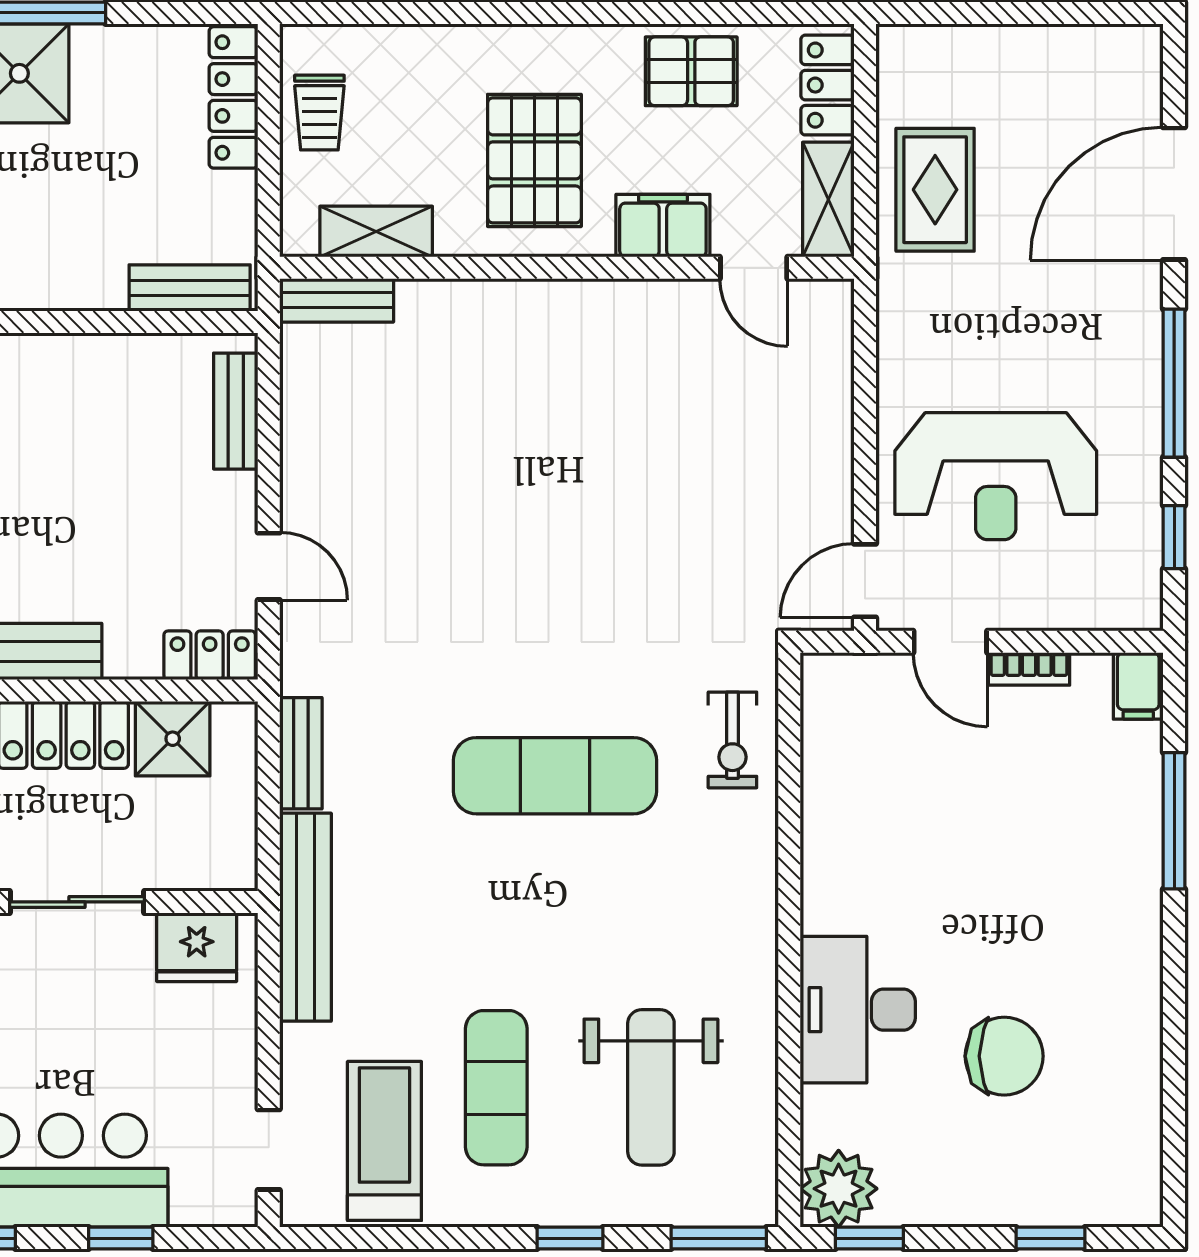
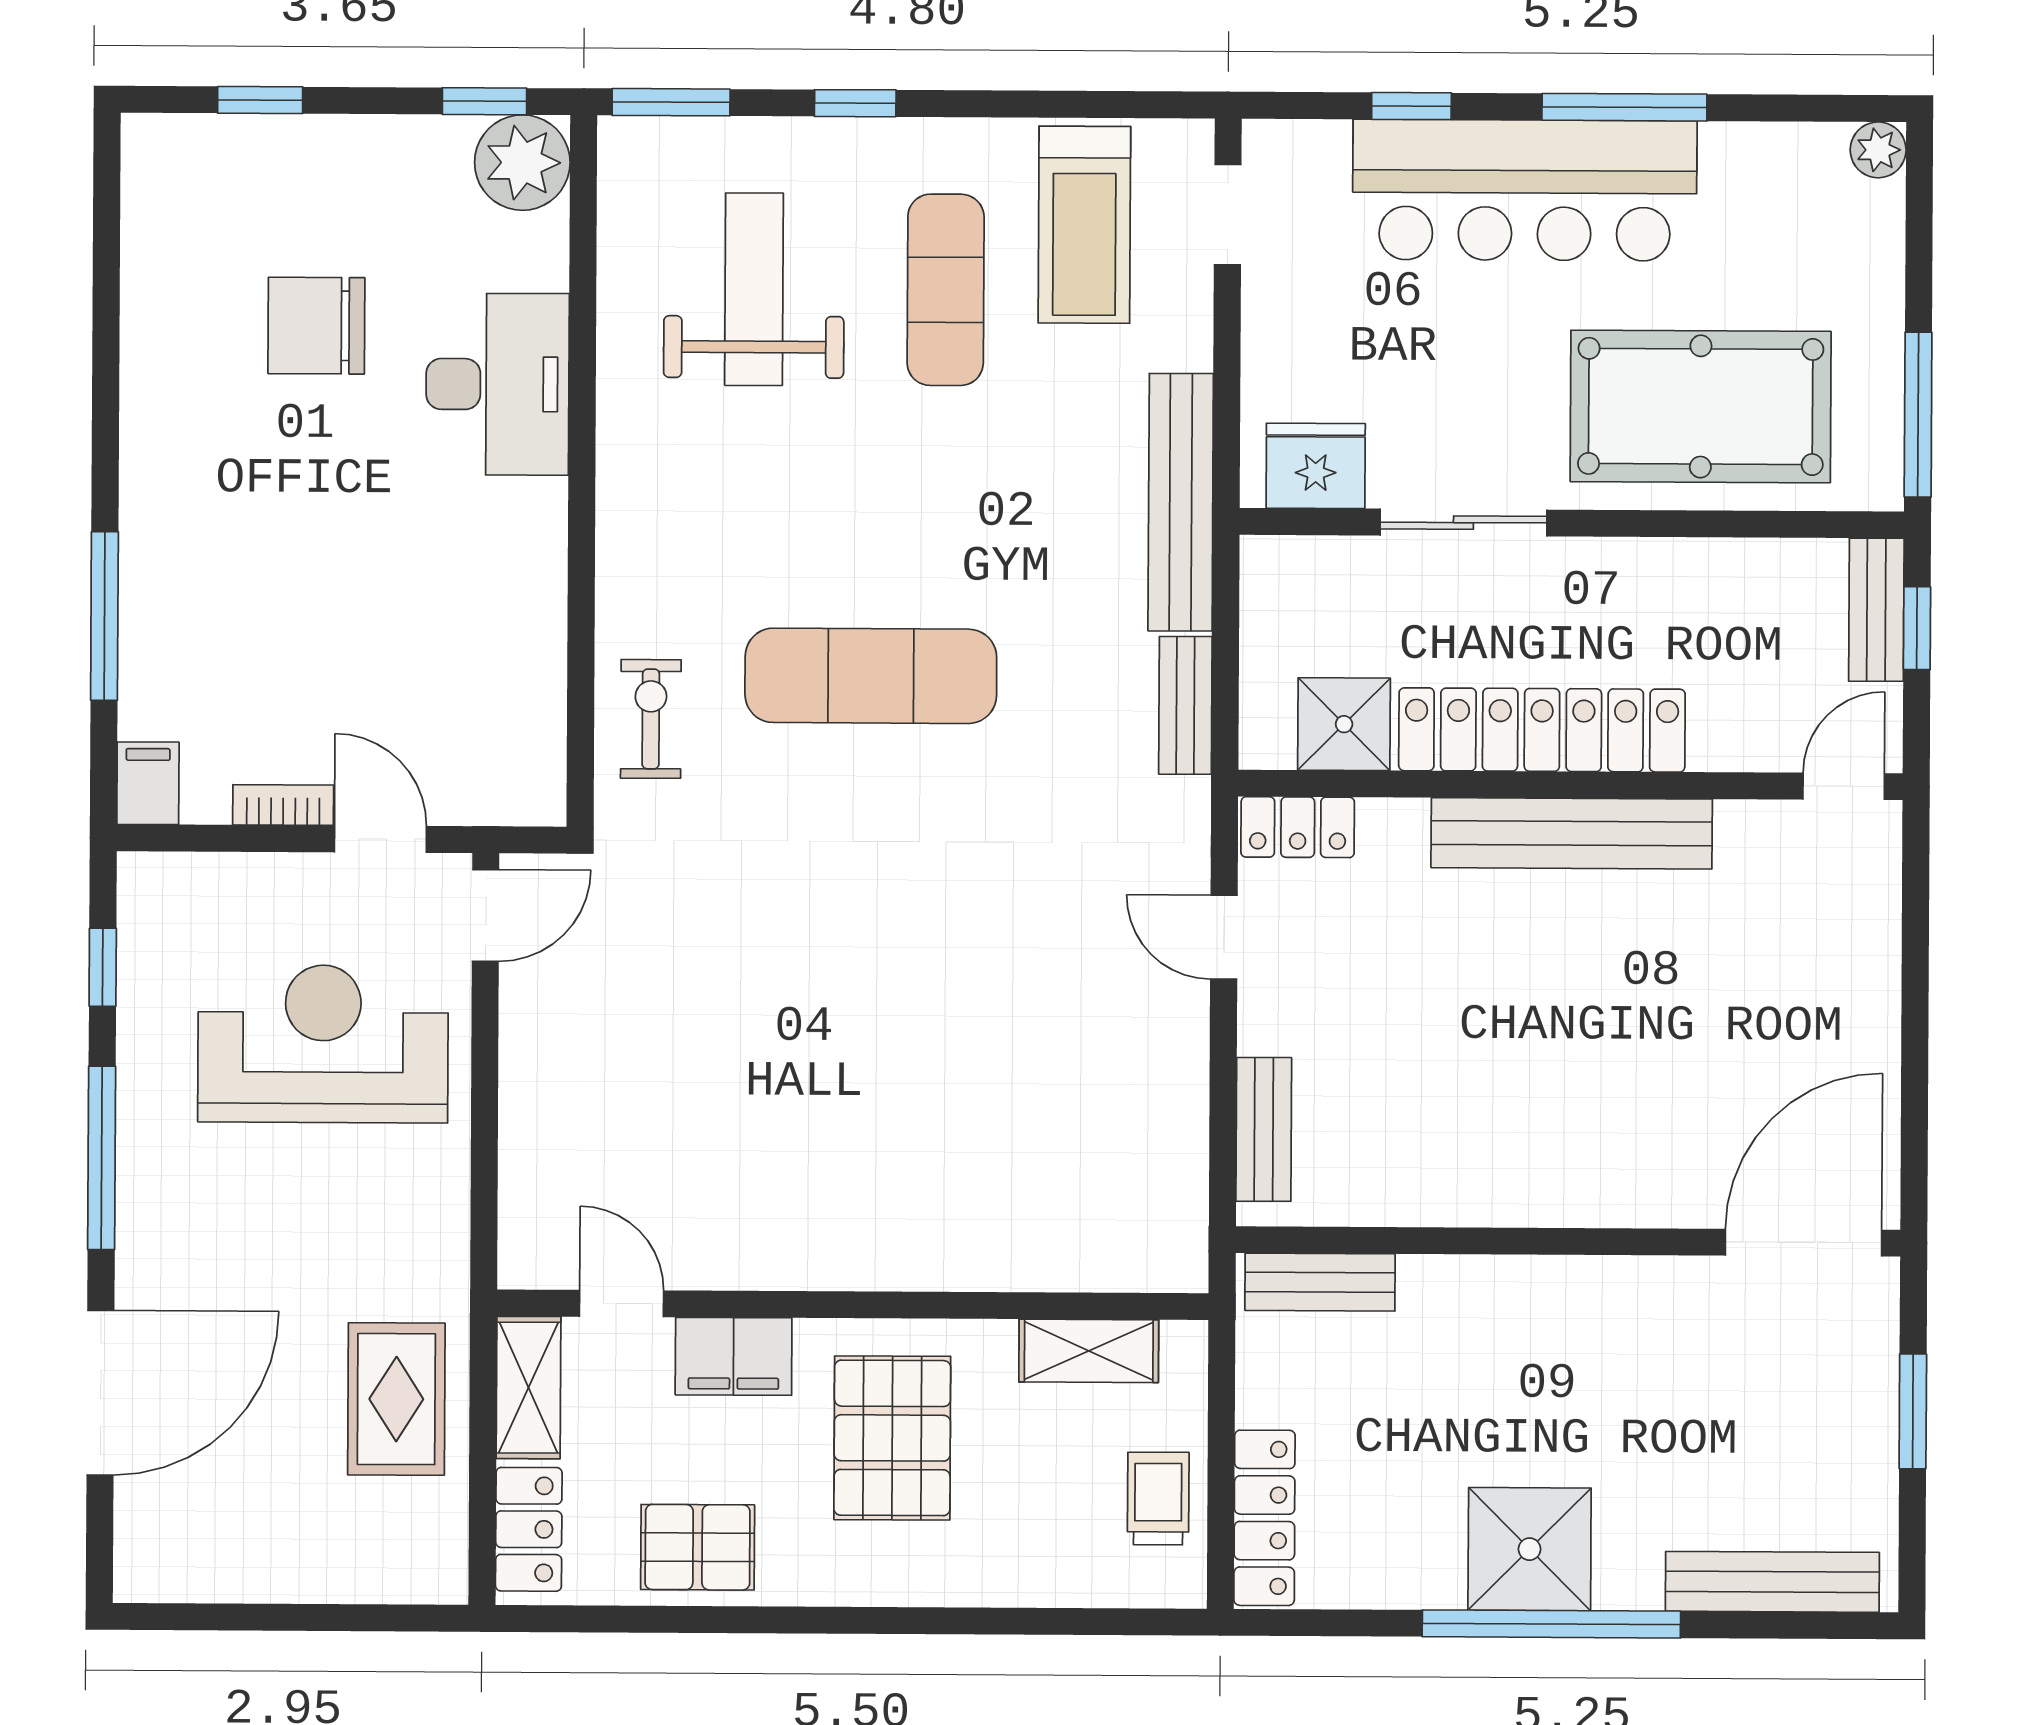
bench: (337, 300) -> (1138, 1266), removed

